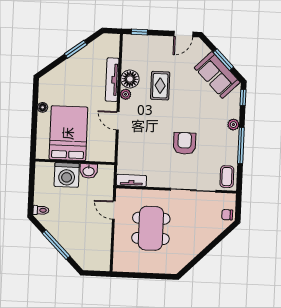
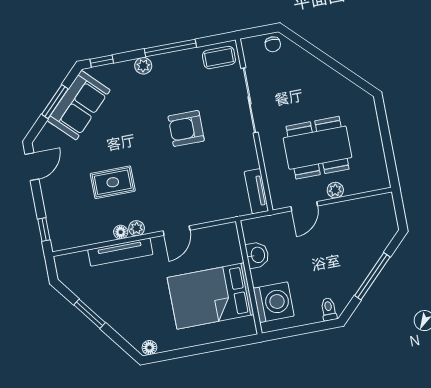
door: (183, 34) -> (32, 167), hinge flipped
floor lamp: (130, 79) -> (121, 232), width x0.53, depth x0.53
floor lamp: (43, 107) -> (149, 348), moved
washing machine: (67, 175) -> (274, 302), moved
plant: (120, 233) -> (335, 190), added

